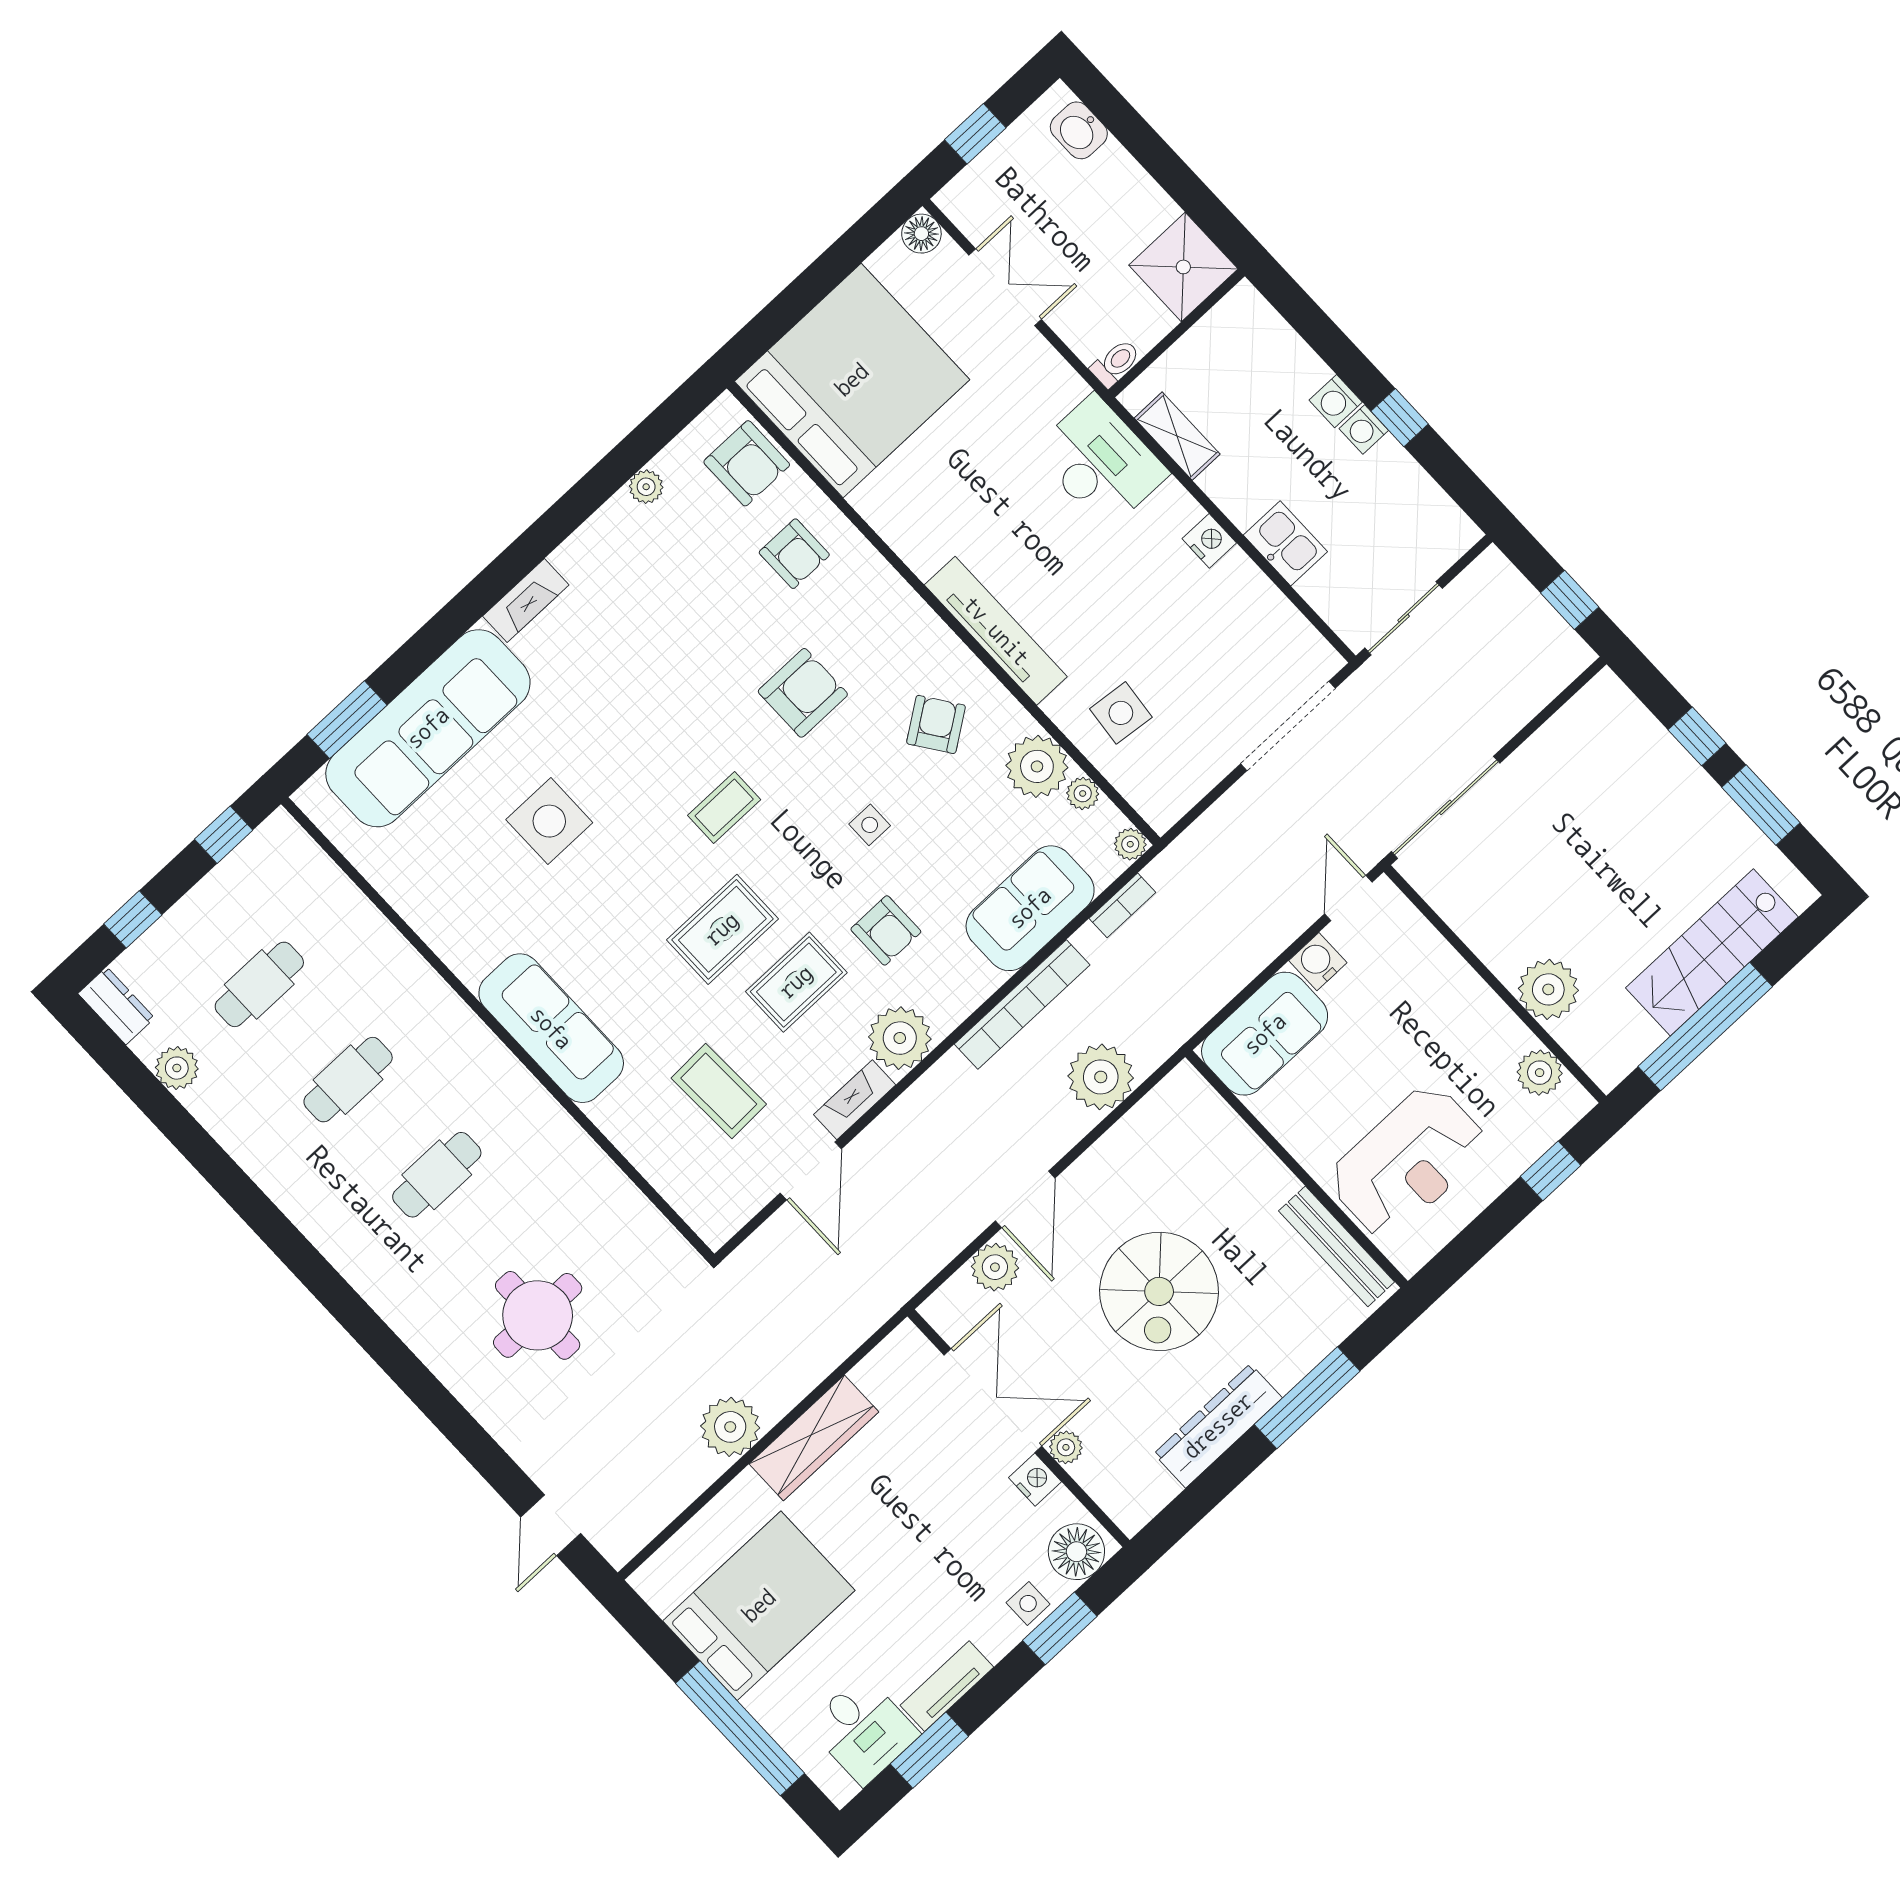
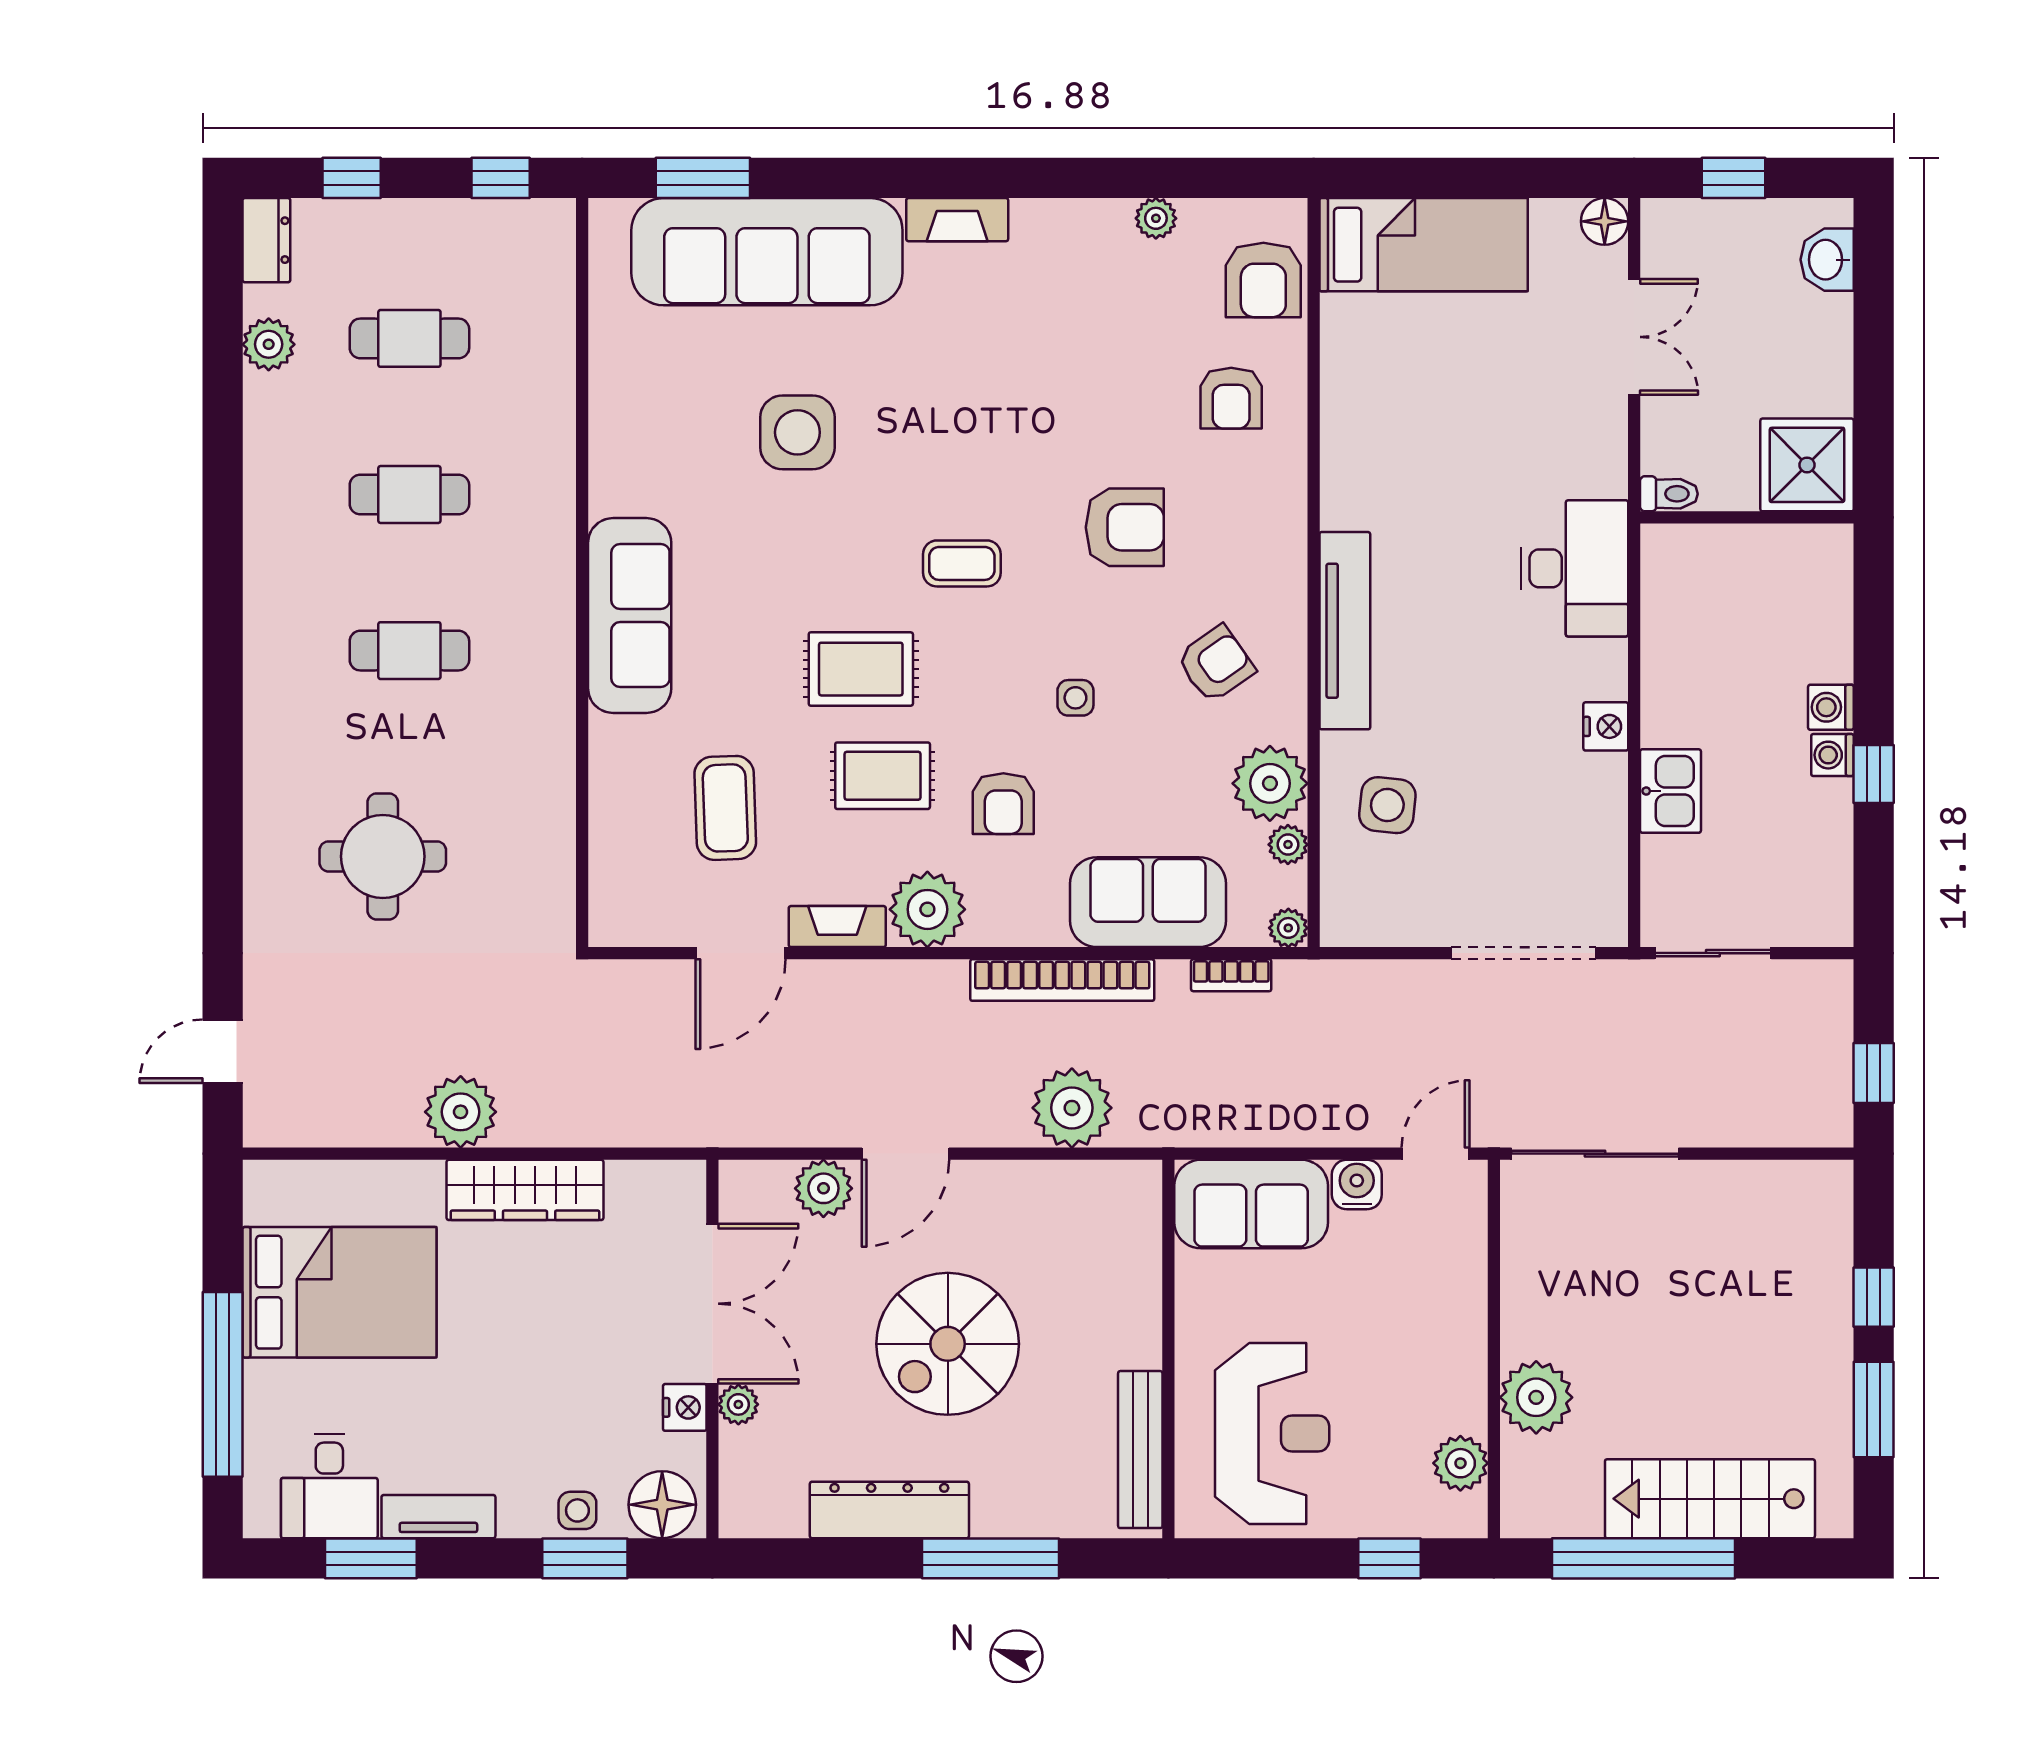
bed: (852, 380) -> (1424, 245), width x0.49
shelving: (1177, 436) -> (1663, 608), removed
reception desk: (1408, 1162) -> (1272, 1434), turned -90

